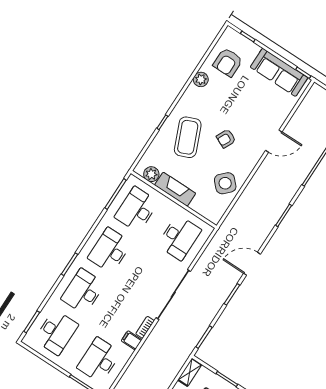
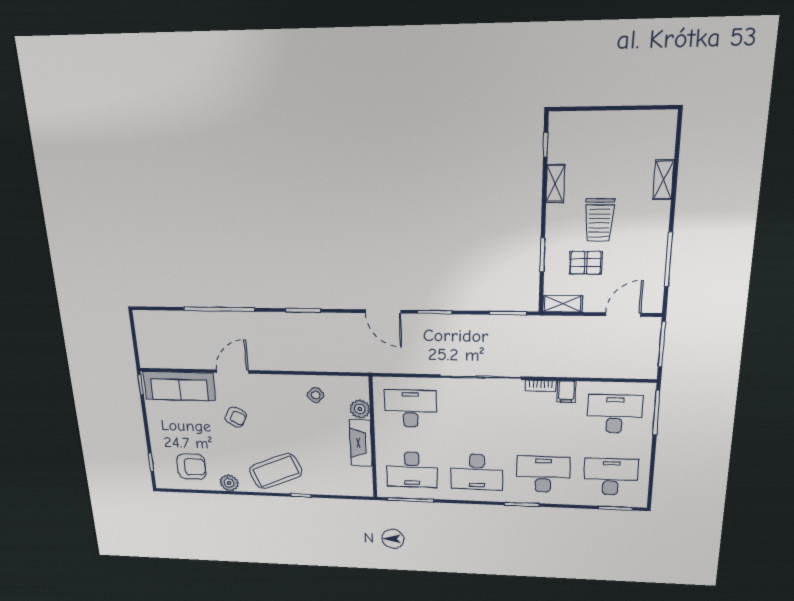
sofa: (279, 72) -> (179, 386), moved, turned 90
coffee table: (188, 137) -> (276, 471), moved
armchair: (226, 139) -> (236, 417), moved
door: (274, 141) -> (233, 372), hinge flipped
plant: (151, 174) -> (360, 409), moved
side table: (225, 183) -> (316, 395), width x0.54, depth x0.54
desk: (83, 291) -> (543, 474), turned 180
desk: (99, 360) -> (615, 414), turned 180

